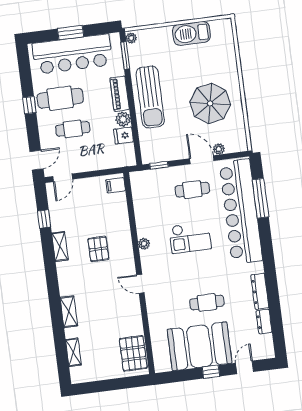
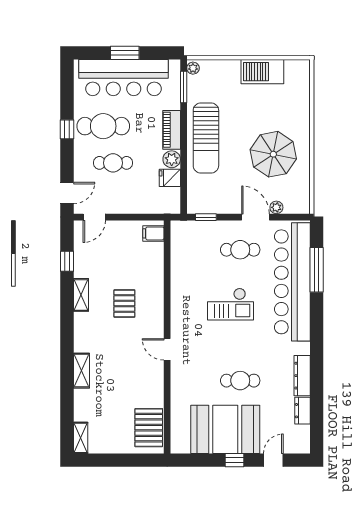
plant: (144, 244) -> (177, 304), removed
shelving: (73, 352) -> (81, 438), moved

